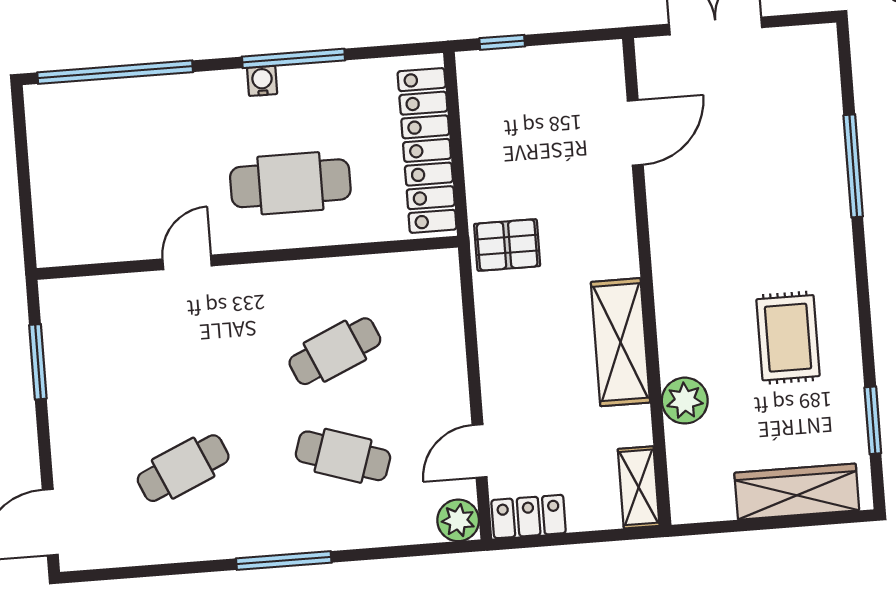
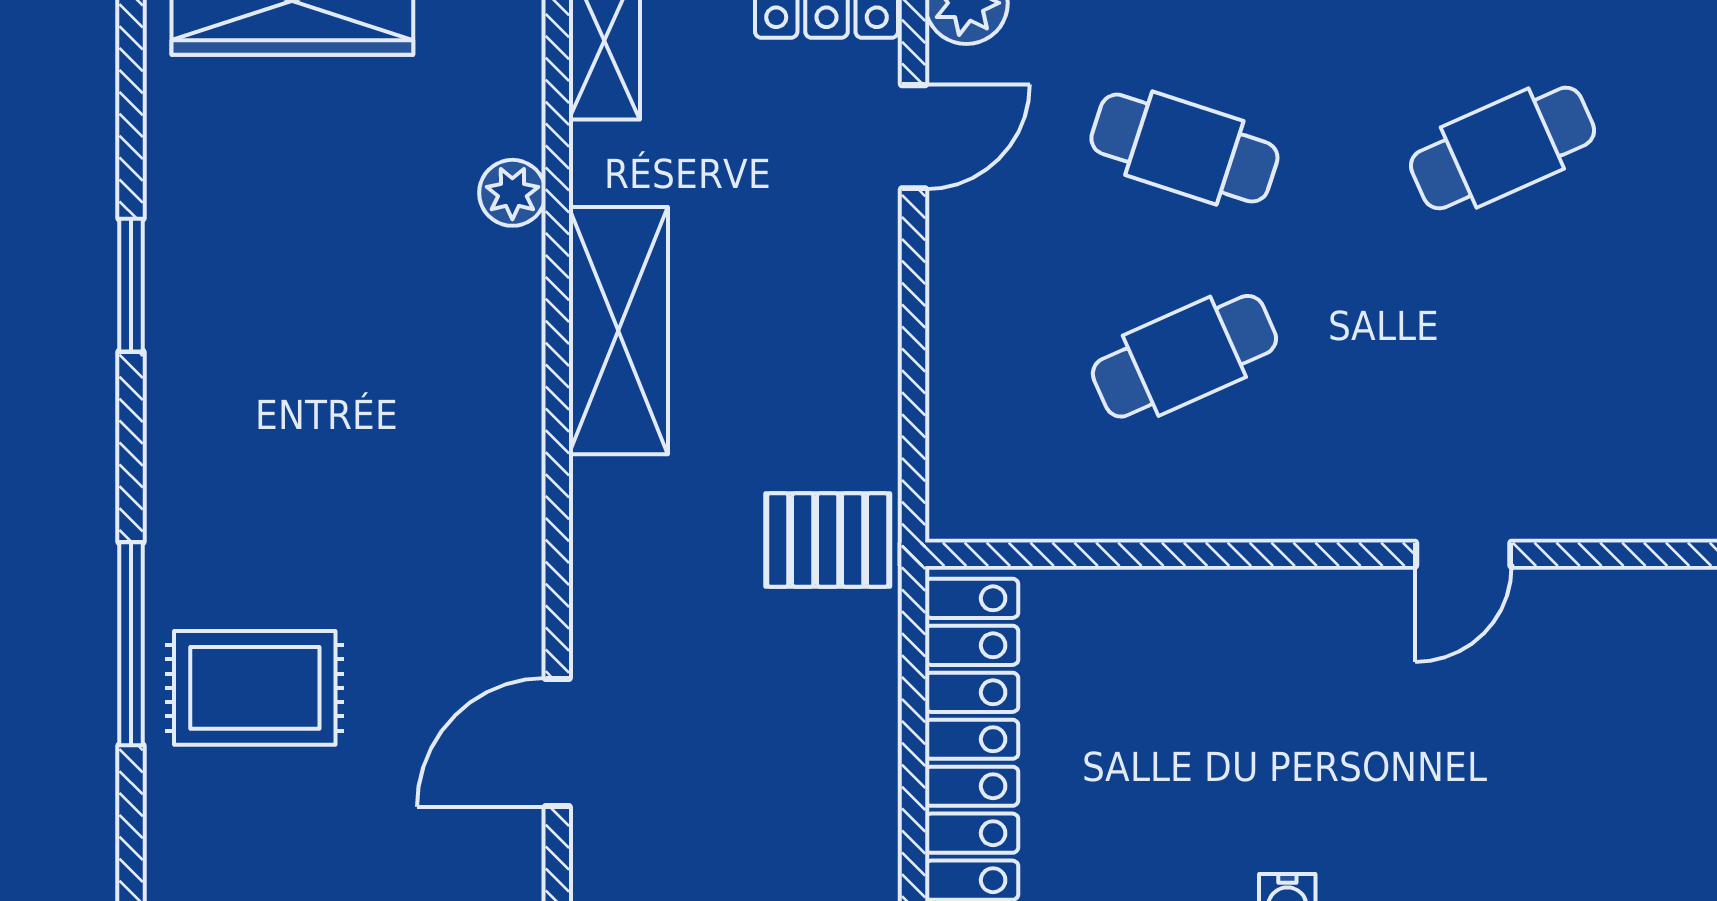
cafe table: (290, 183) -> (1247, 695), removed
rug: (788, 338) -> (255, 688), moved, turned 90
plant: (685, 401) -> (512, 193), width x0.73, depth x0.73
window: (873, 420) -> (131, 285), moved

